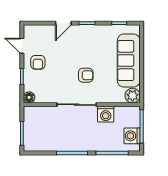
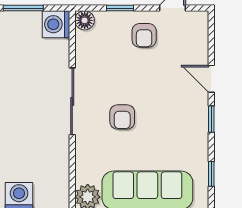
armchair: (38, 62) -> (144, 35), turned -90
washing machine: (106, 114) -> (56, 24), moved

